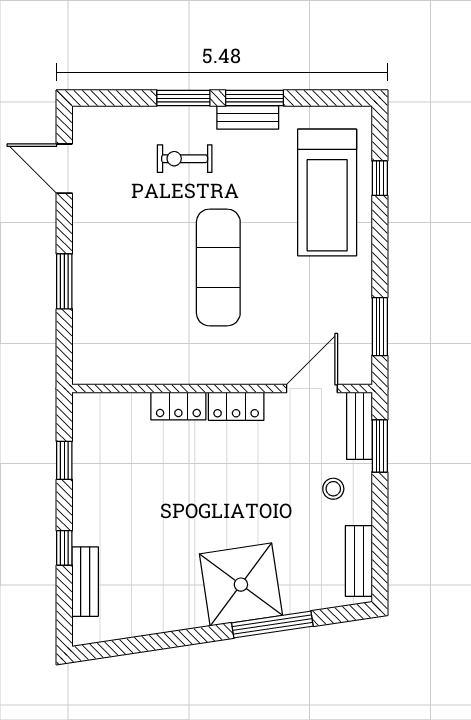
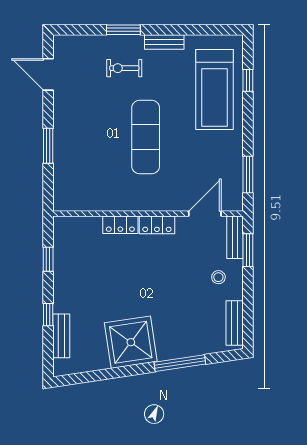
window: (255, 98) -> (169, 30), removed
shower: (241, 585) -> (131, 342), moved

